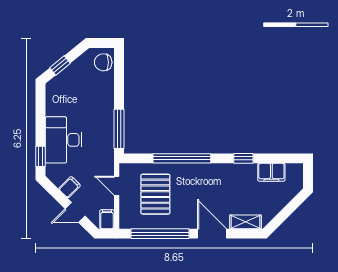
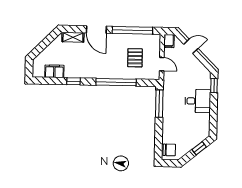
desk: (64, 140) -> (198, 101), width x0.73
filing cabinet: (70, 187) -> (194, 64), removed
pallet: (155, 194) -> (135, 58), width x0.67, depth x0.71

